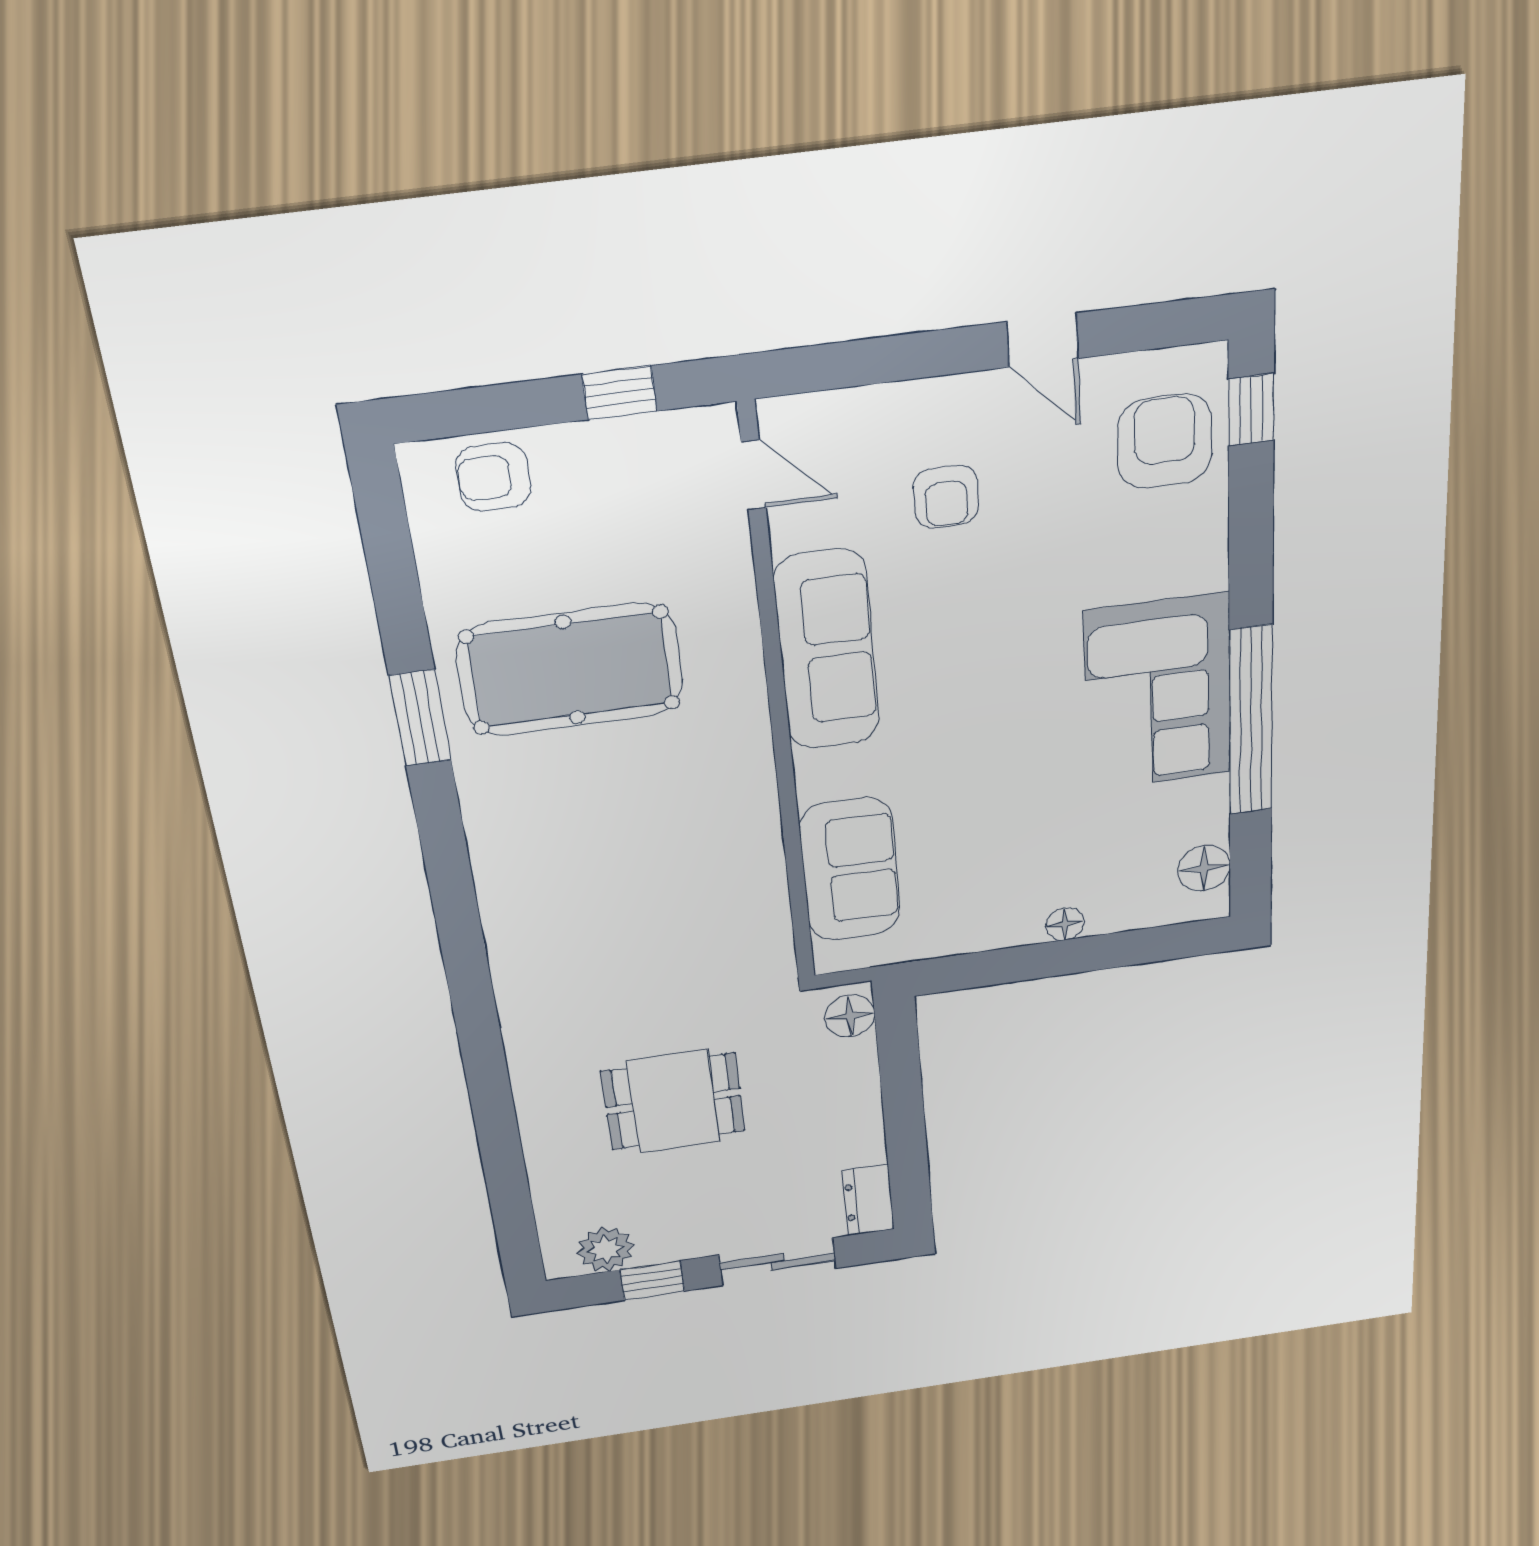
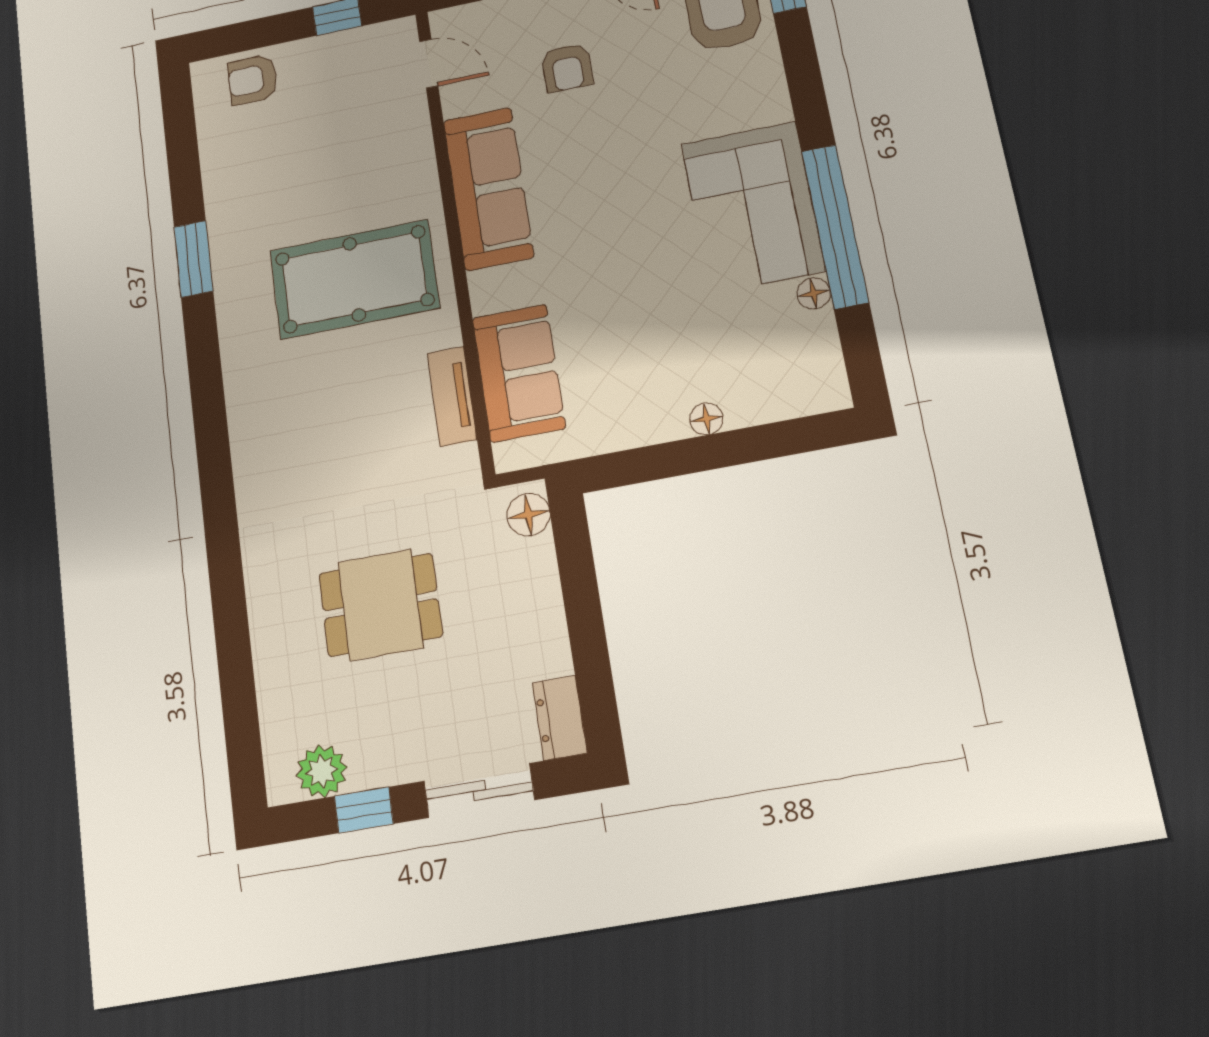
pool table: (570, 670) -> (354, 279), moved
floor lamp: (1204, 868) -> (814, 293), moved, width x0.73, depth x0.73
tv unit: (766, 892) -> (452, 396), added

